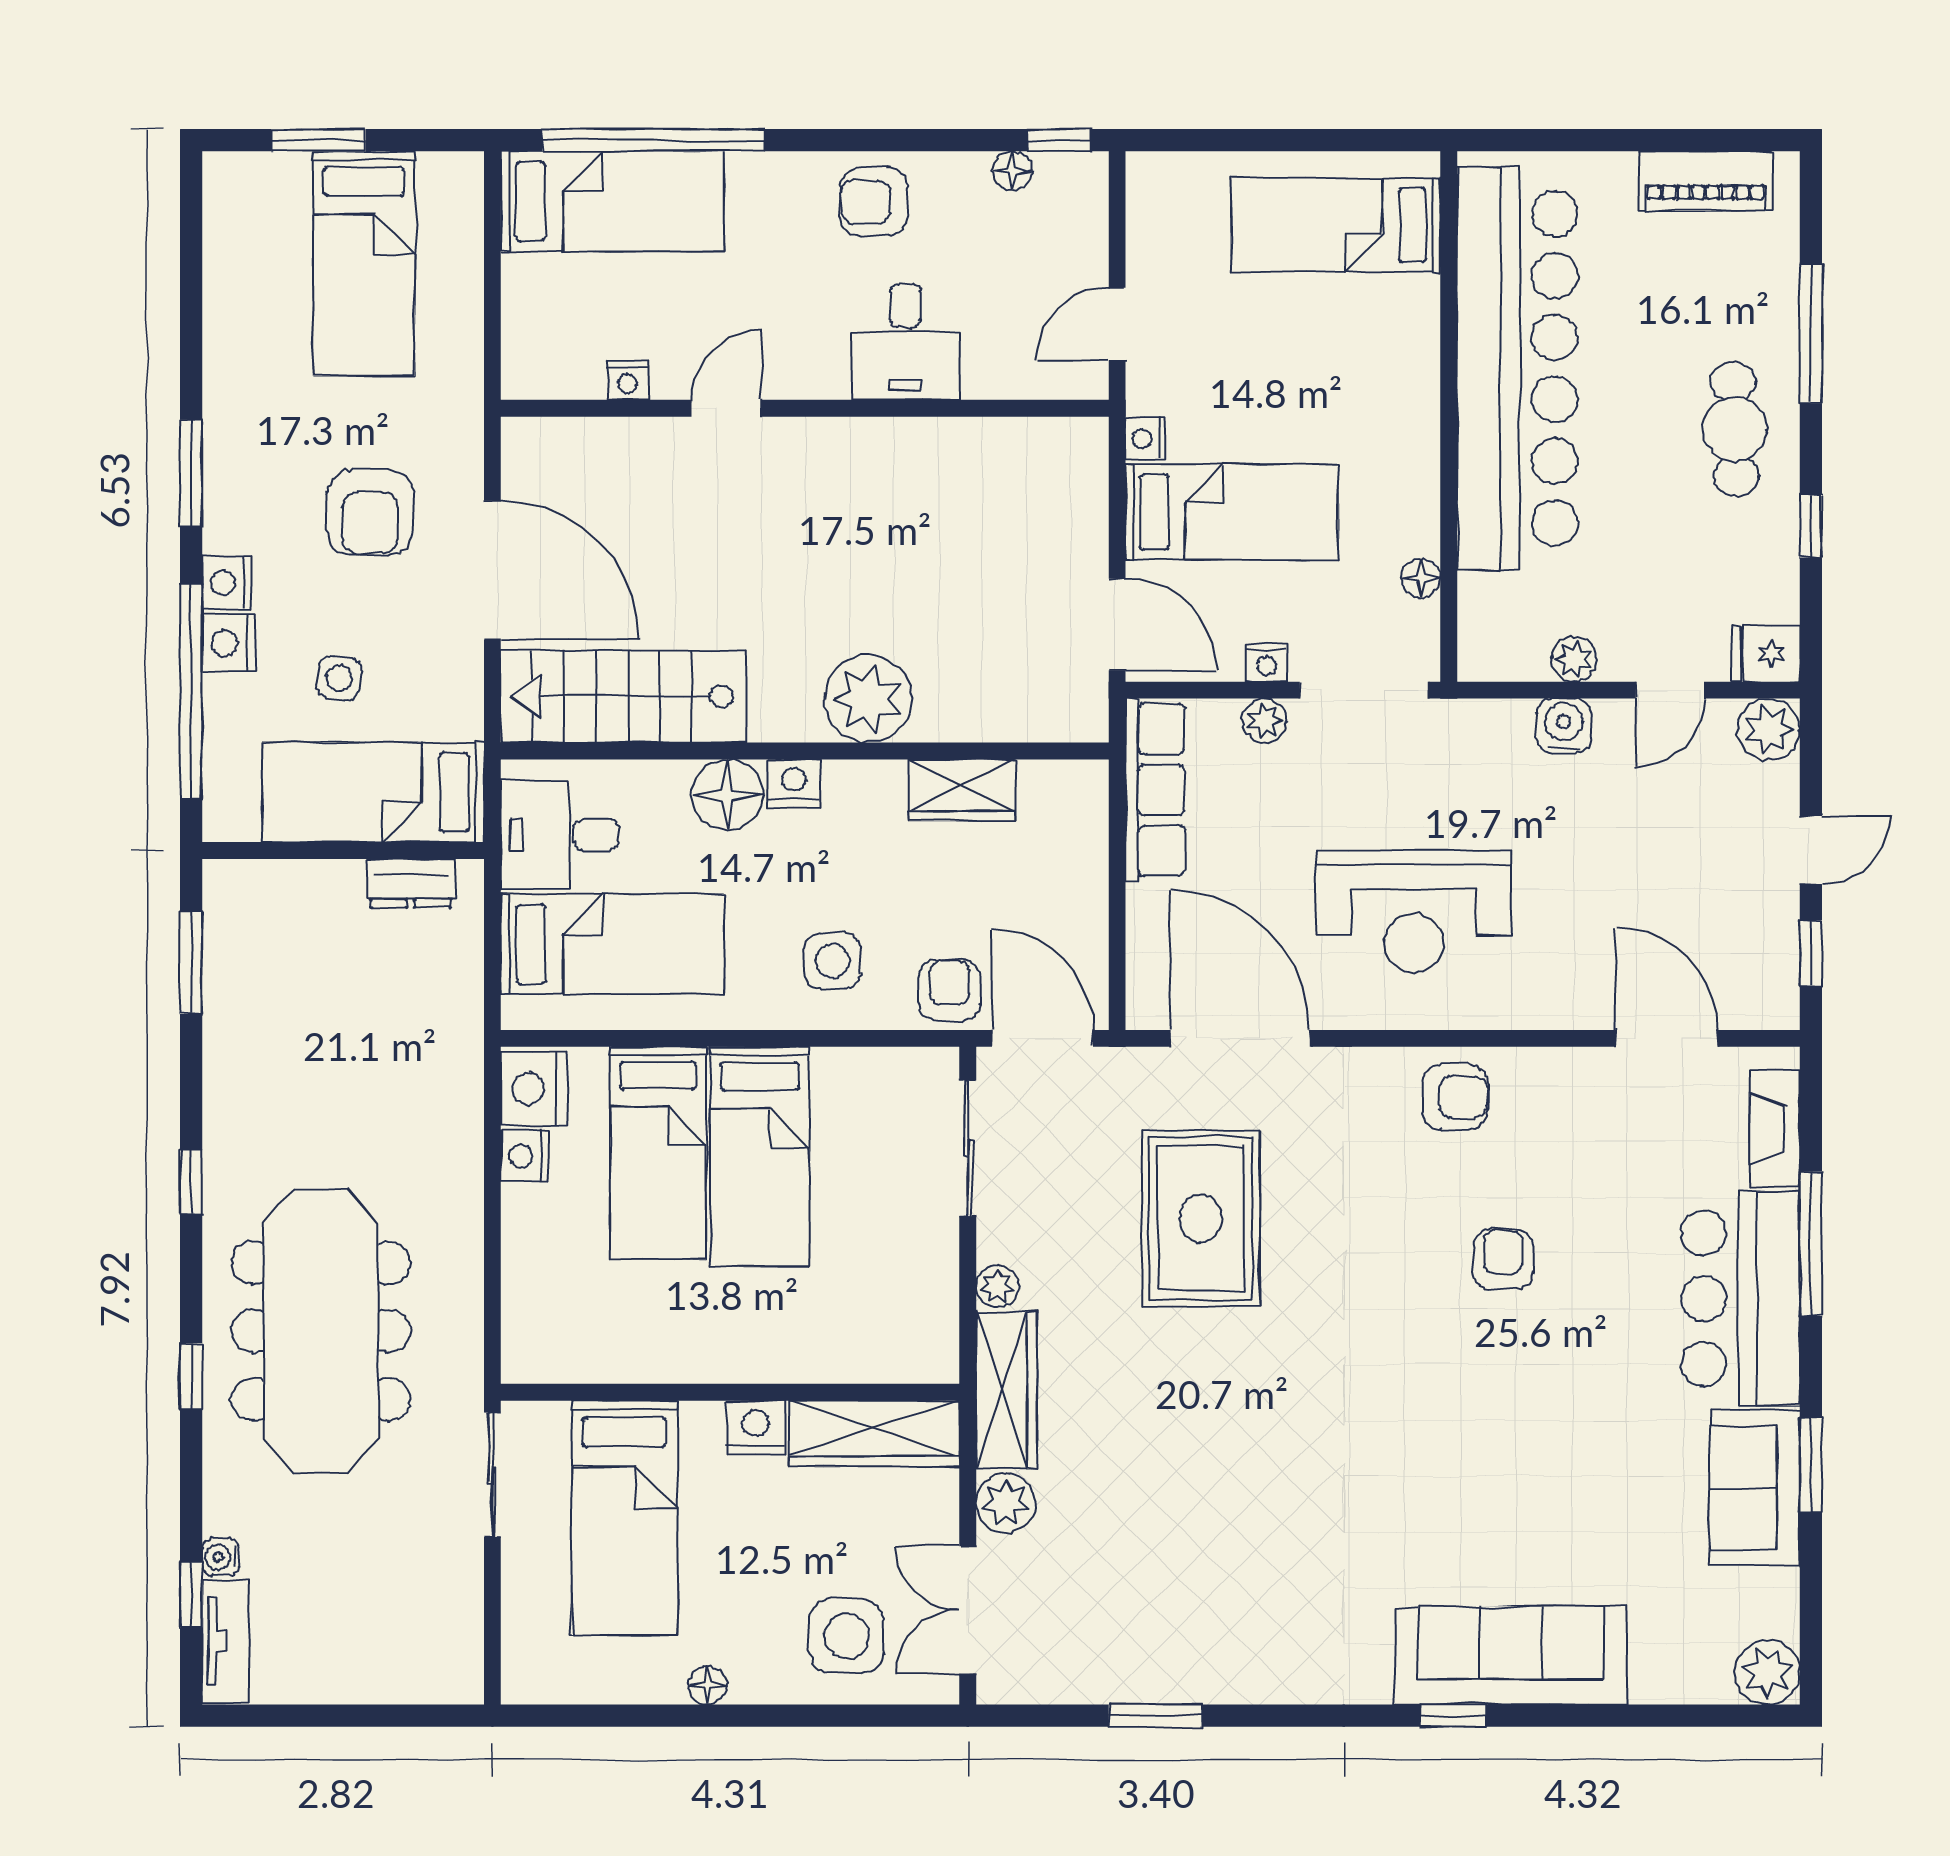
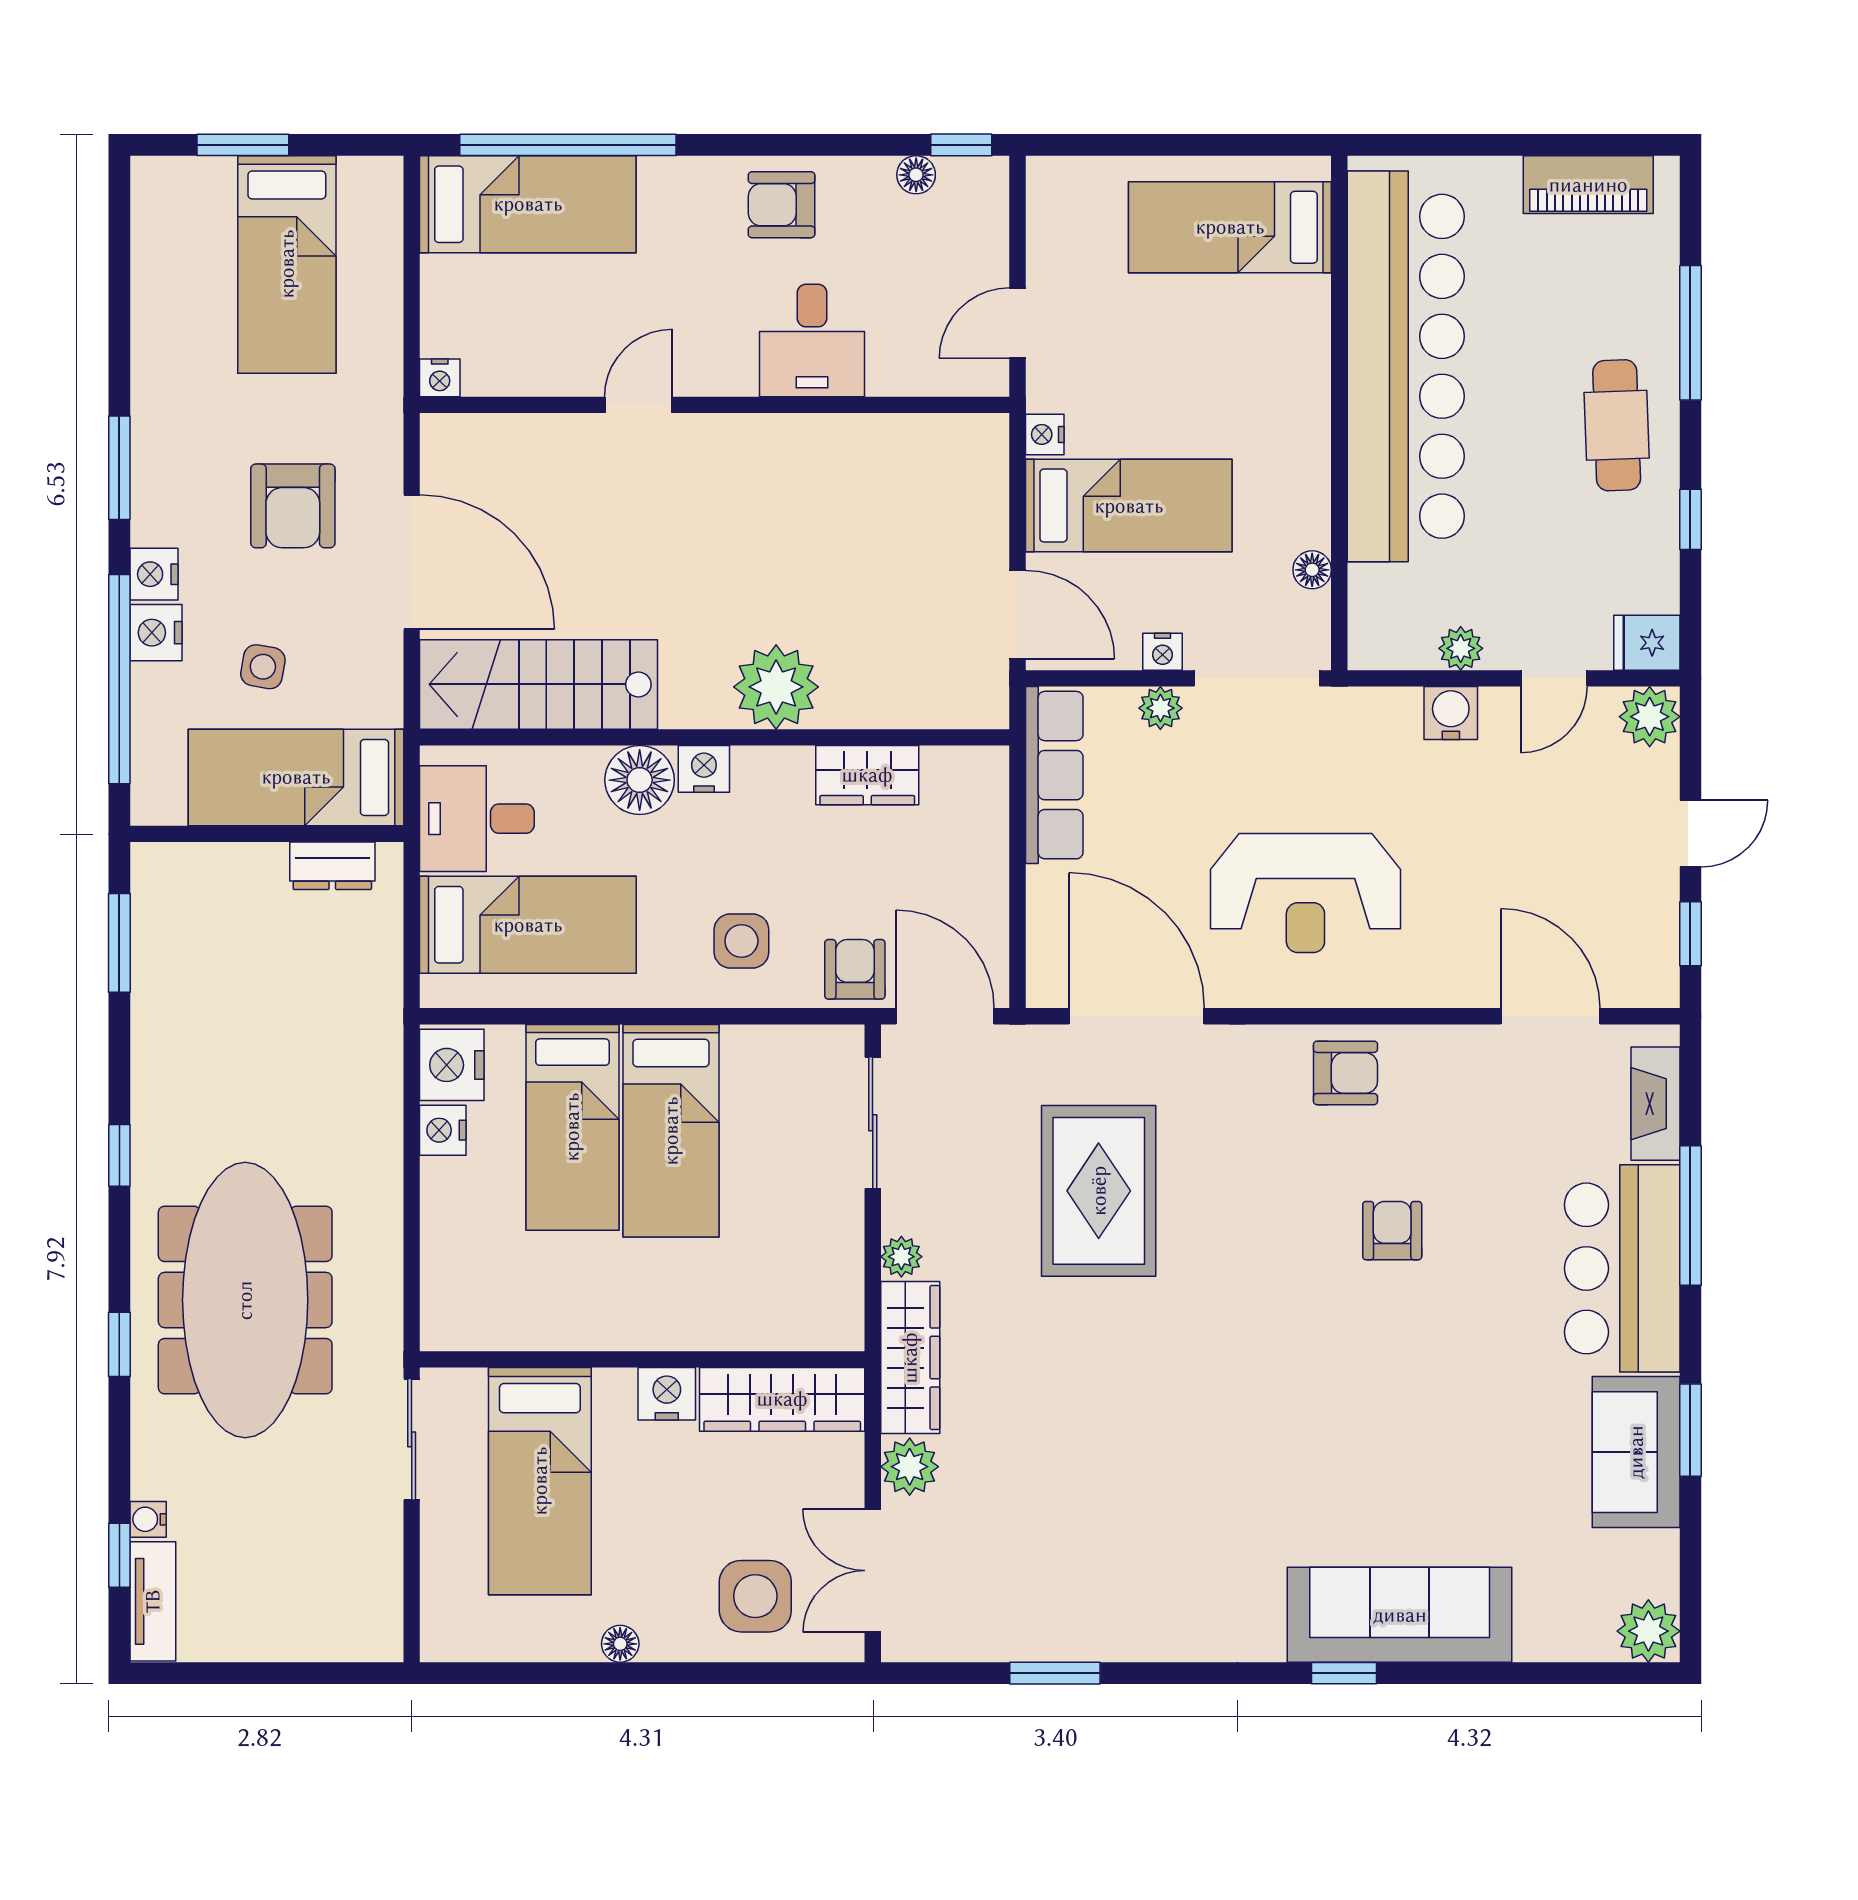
nightstand: (628, 380) -> (440, 378), moved

